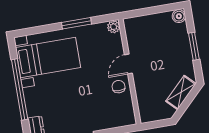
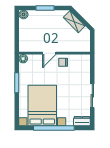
bed with nightstands: (48, 57) -> (42, 105), width x1.36
door: (128, 64) -> (49, 53), hinge flipped

